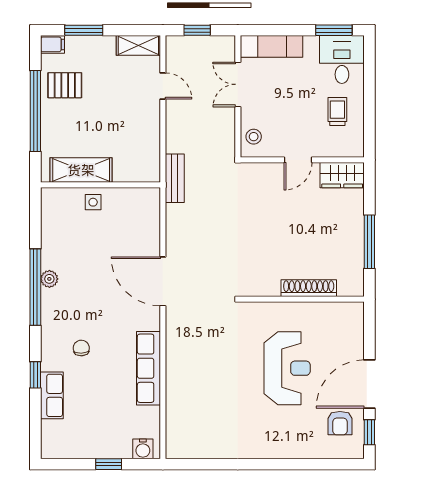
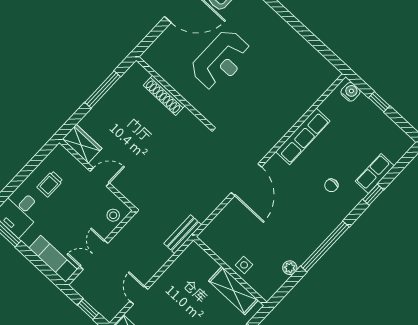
double door: (238, 84) -> (94, 255), swing flipped
plant: (49, 279) -> (290, 268), moved
reception desk: (287, 368) -> (221, 60), turned 180

